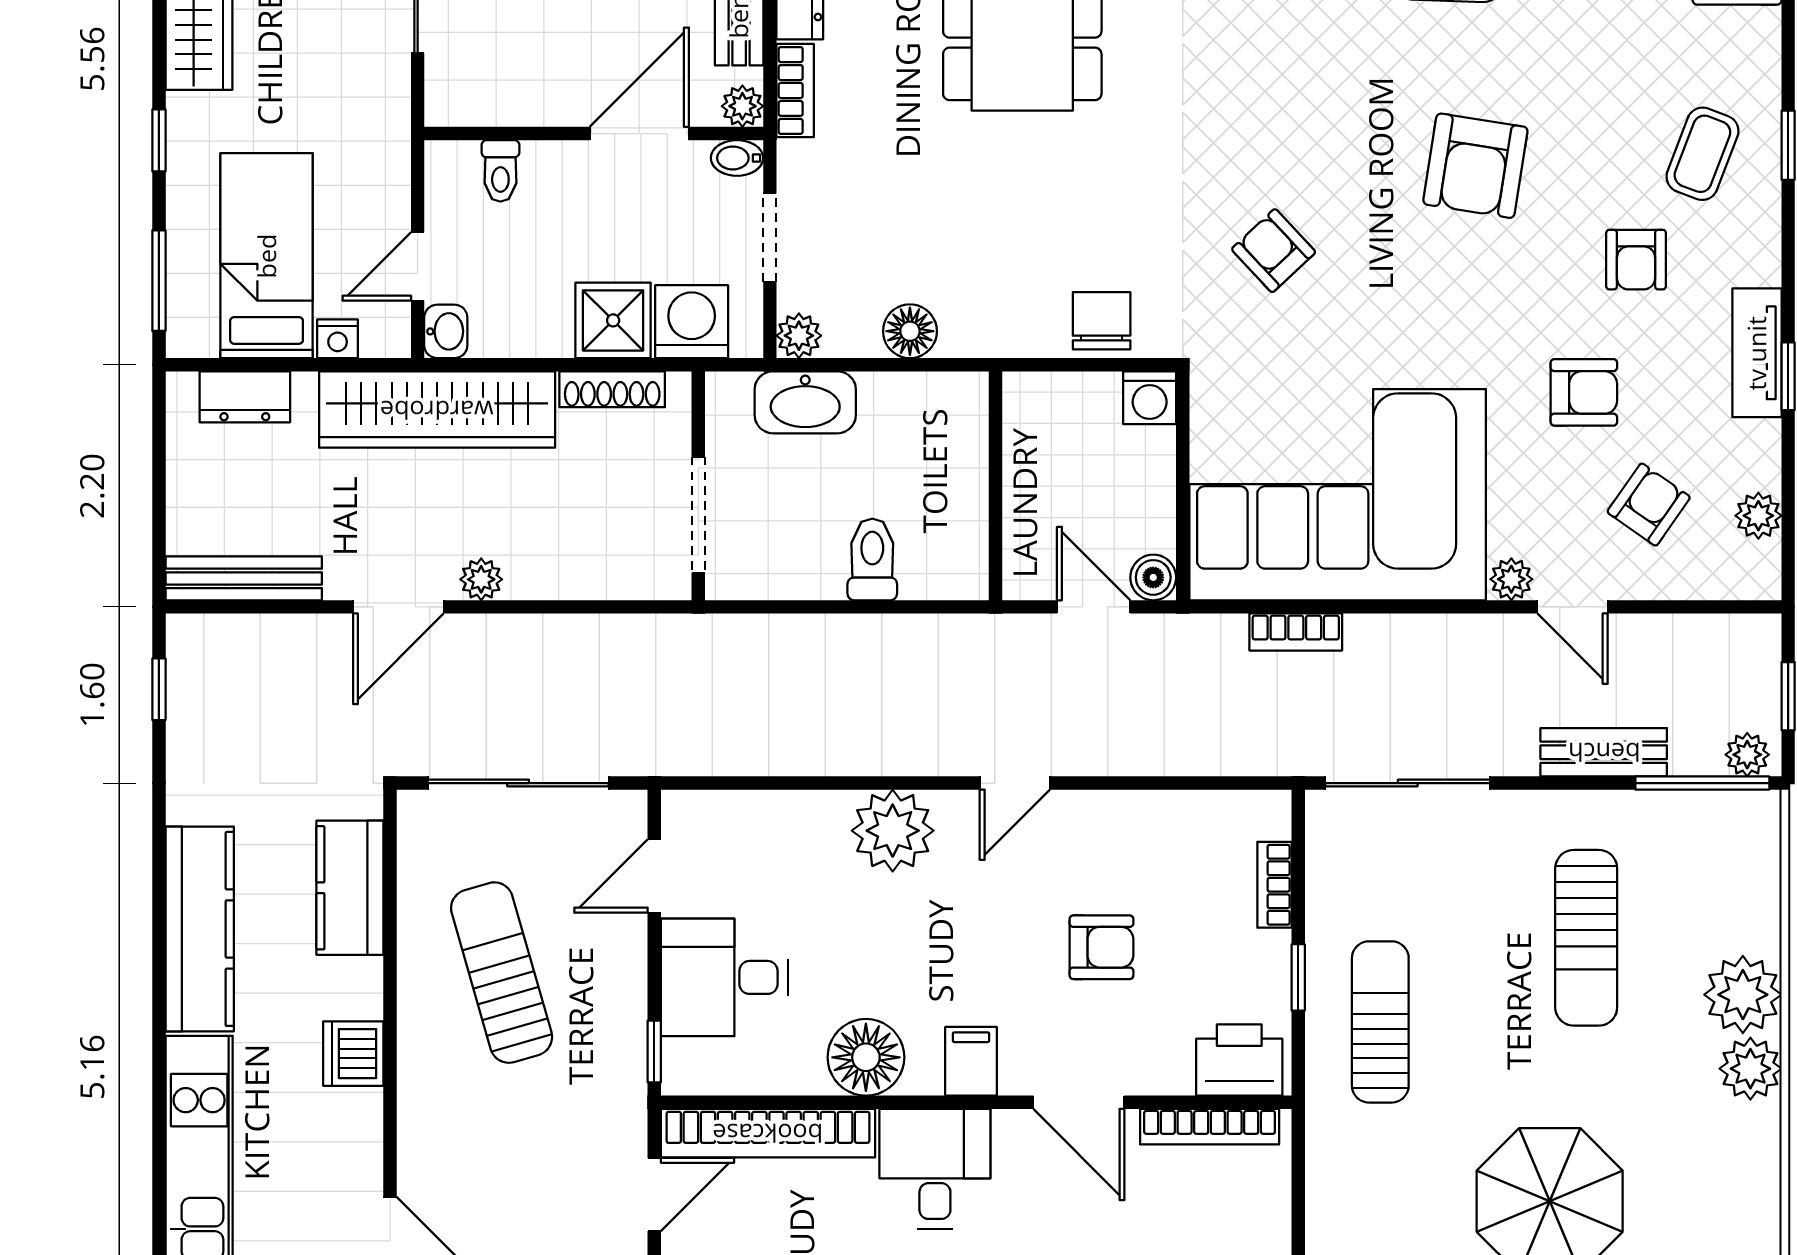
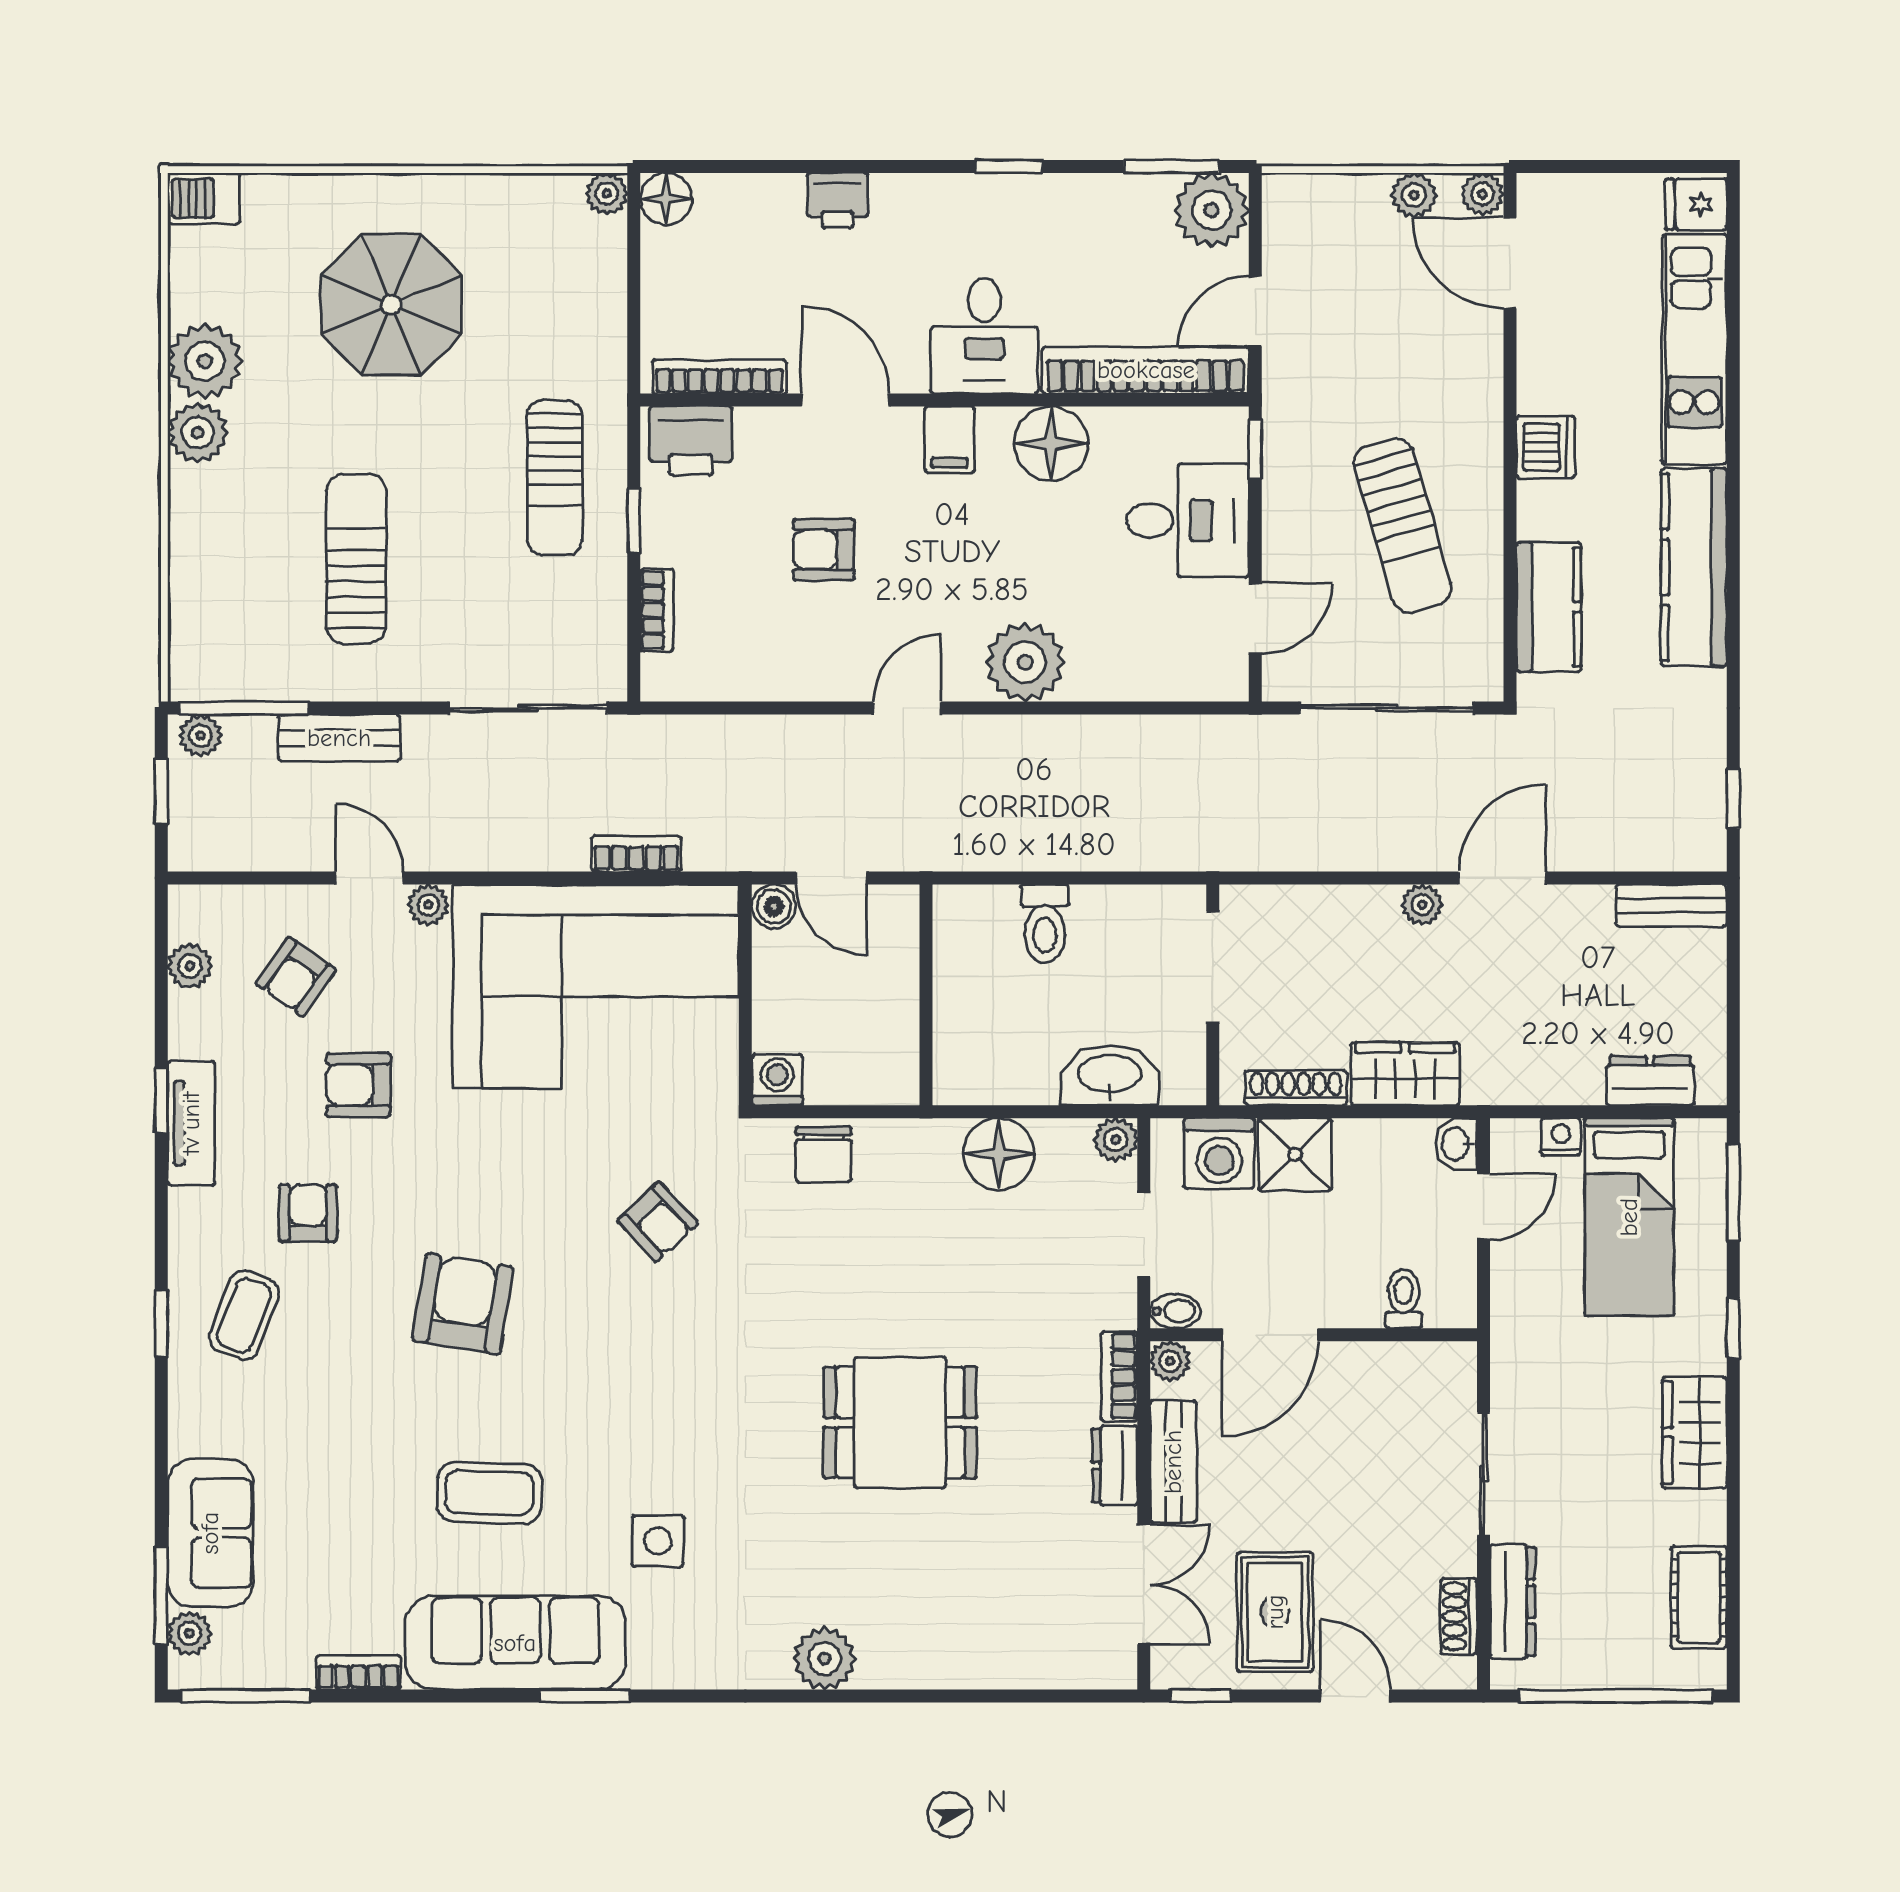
floor lamp: (910, 331) -> (999, 1154), width x1.38, depth x1.38
wardrobe: (437, 410) -> (1405, 1074), width x0.48, depth x0.85
bench: (244, 578) -> (1671, 906), width x0.73
plant: (1743, 995) -> (205, 361), moved

